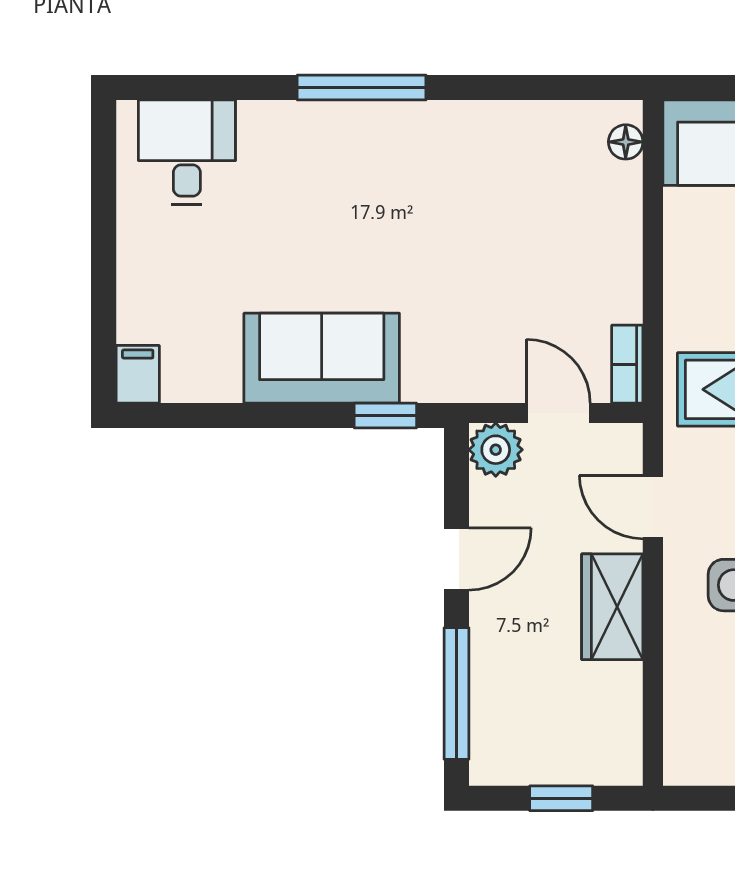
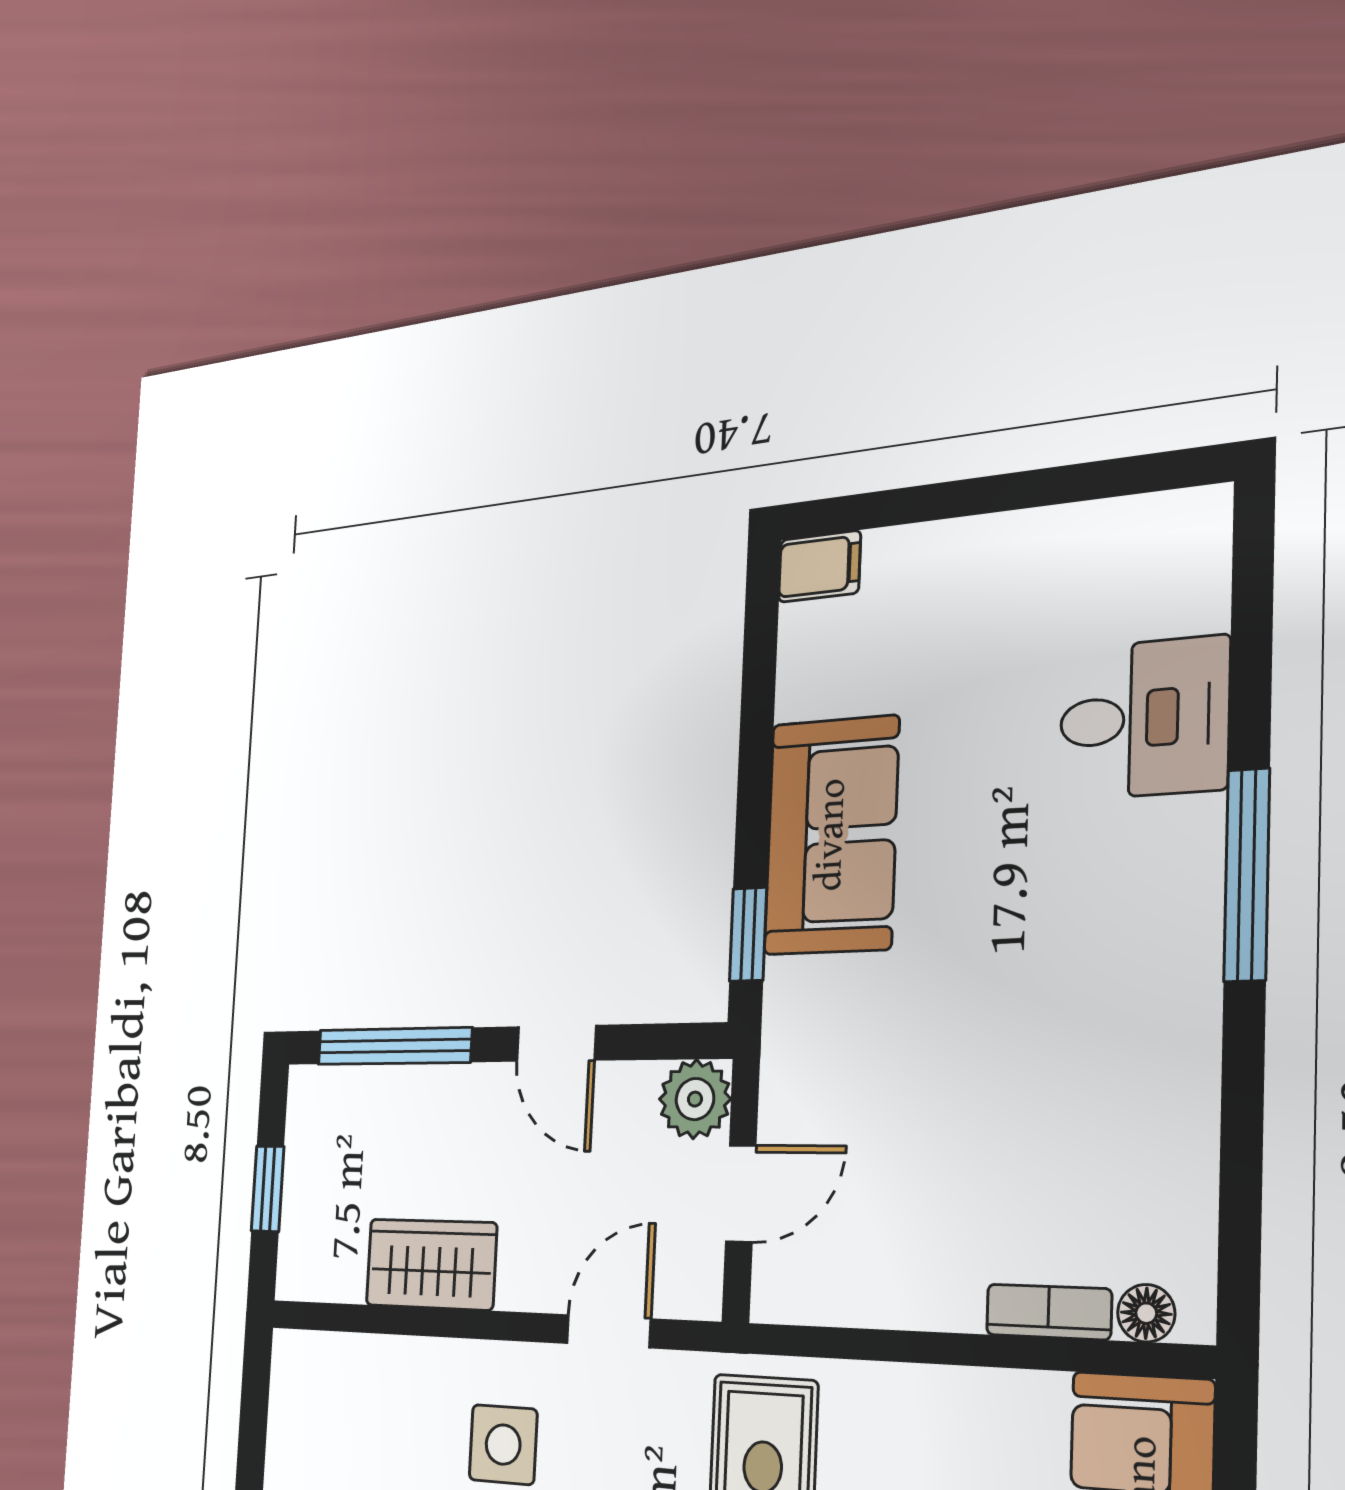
desk: (187, 152) -> (1144, 718), moved
bookcase: (627, 364) -> (1049, 1312), moved
wardrobe: (612, 607) -> (431, 1264), moved

